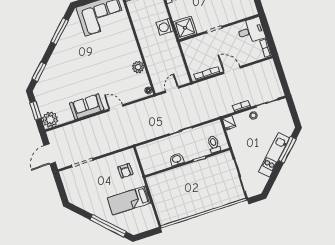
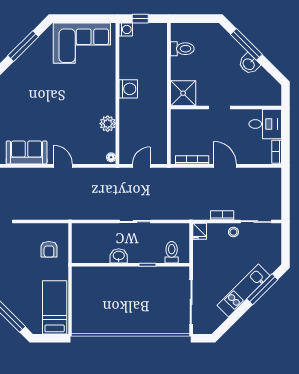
washing machine: (165, 27) -> (128, 89), moved, turned 180
bed: (129, 200) -> (55, 307), moved, turned 90

